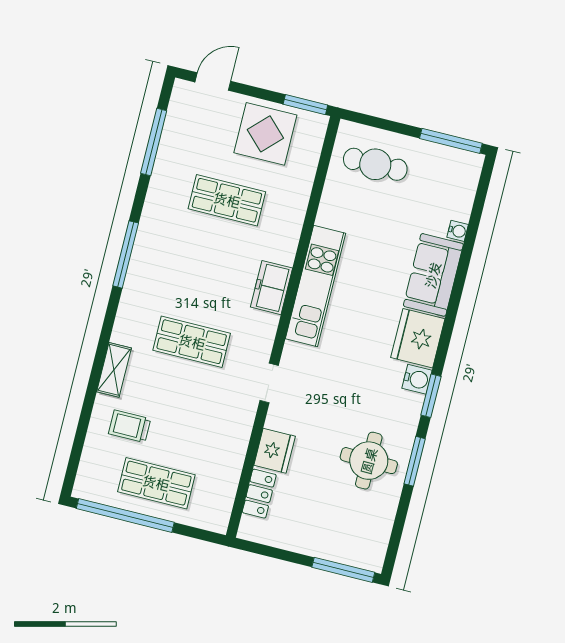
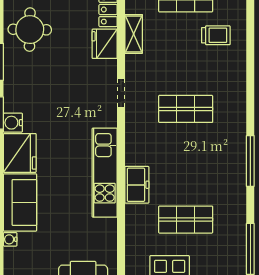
freezer: (271, 288) -> (137, 185), moved
shelving: (114, 370) -> (134, 34), moved
round table: (369, 461) -> (30, 30), moved

